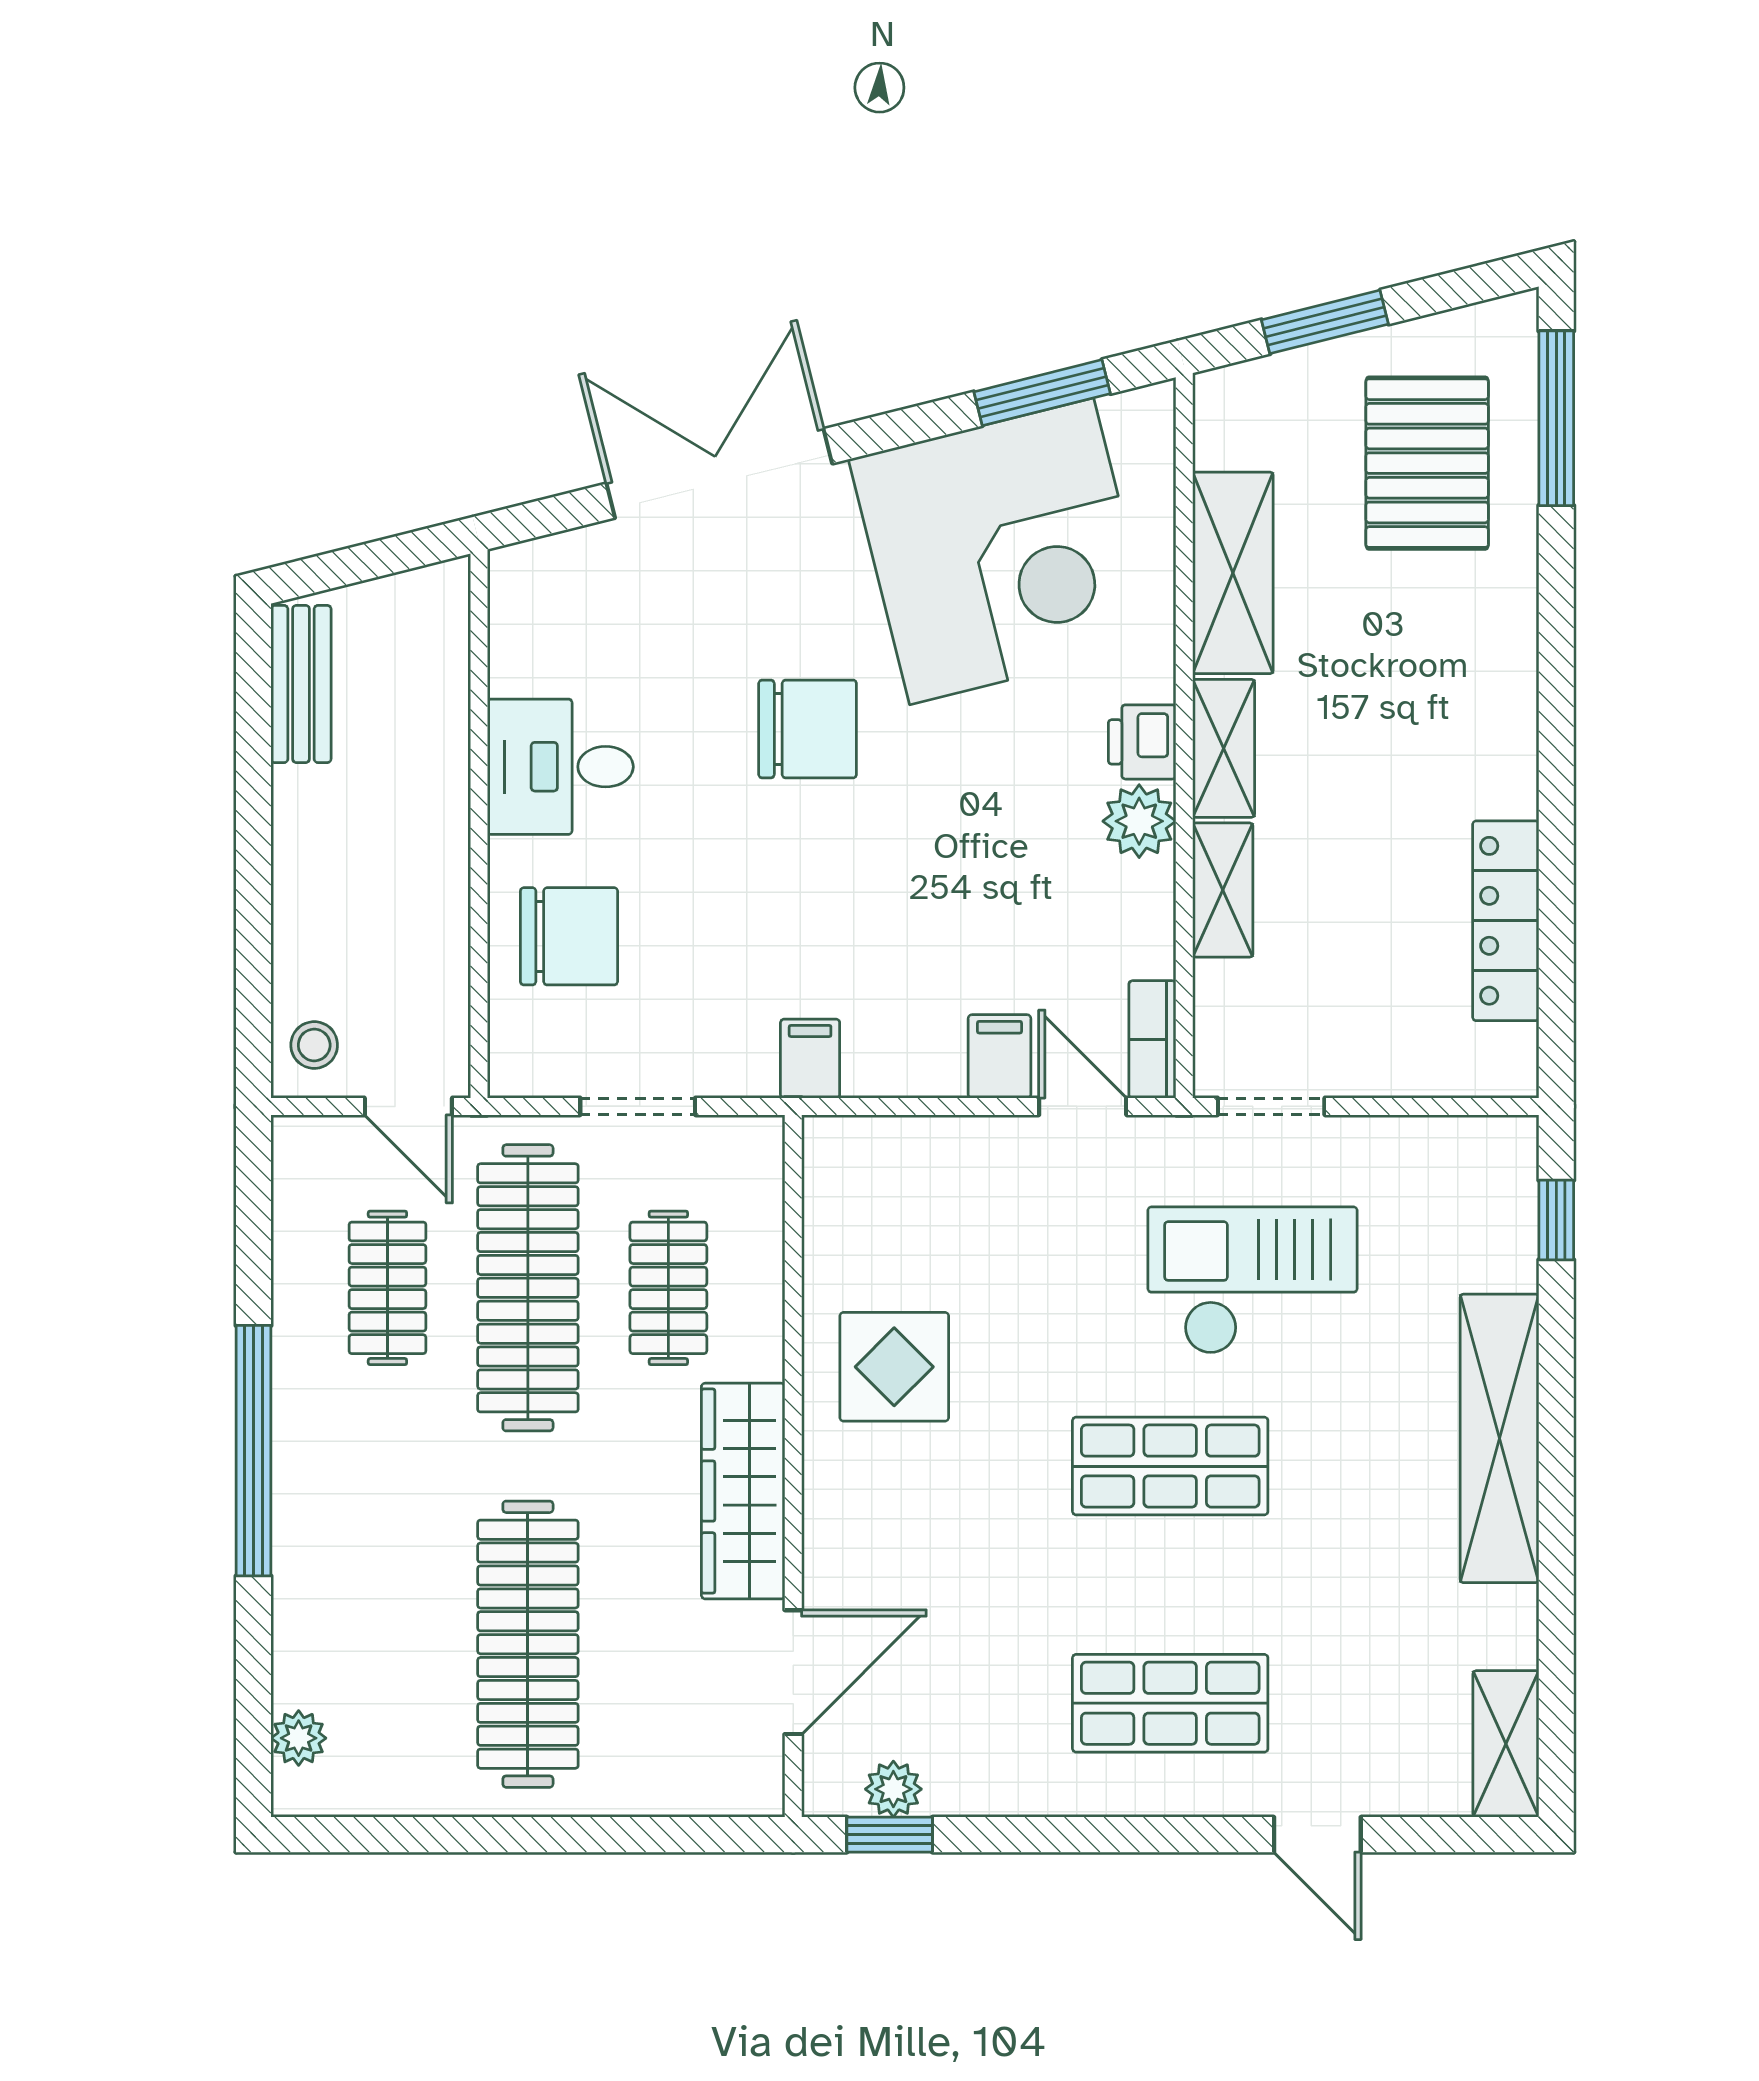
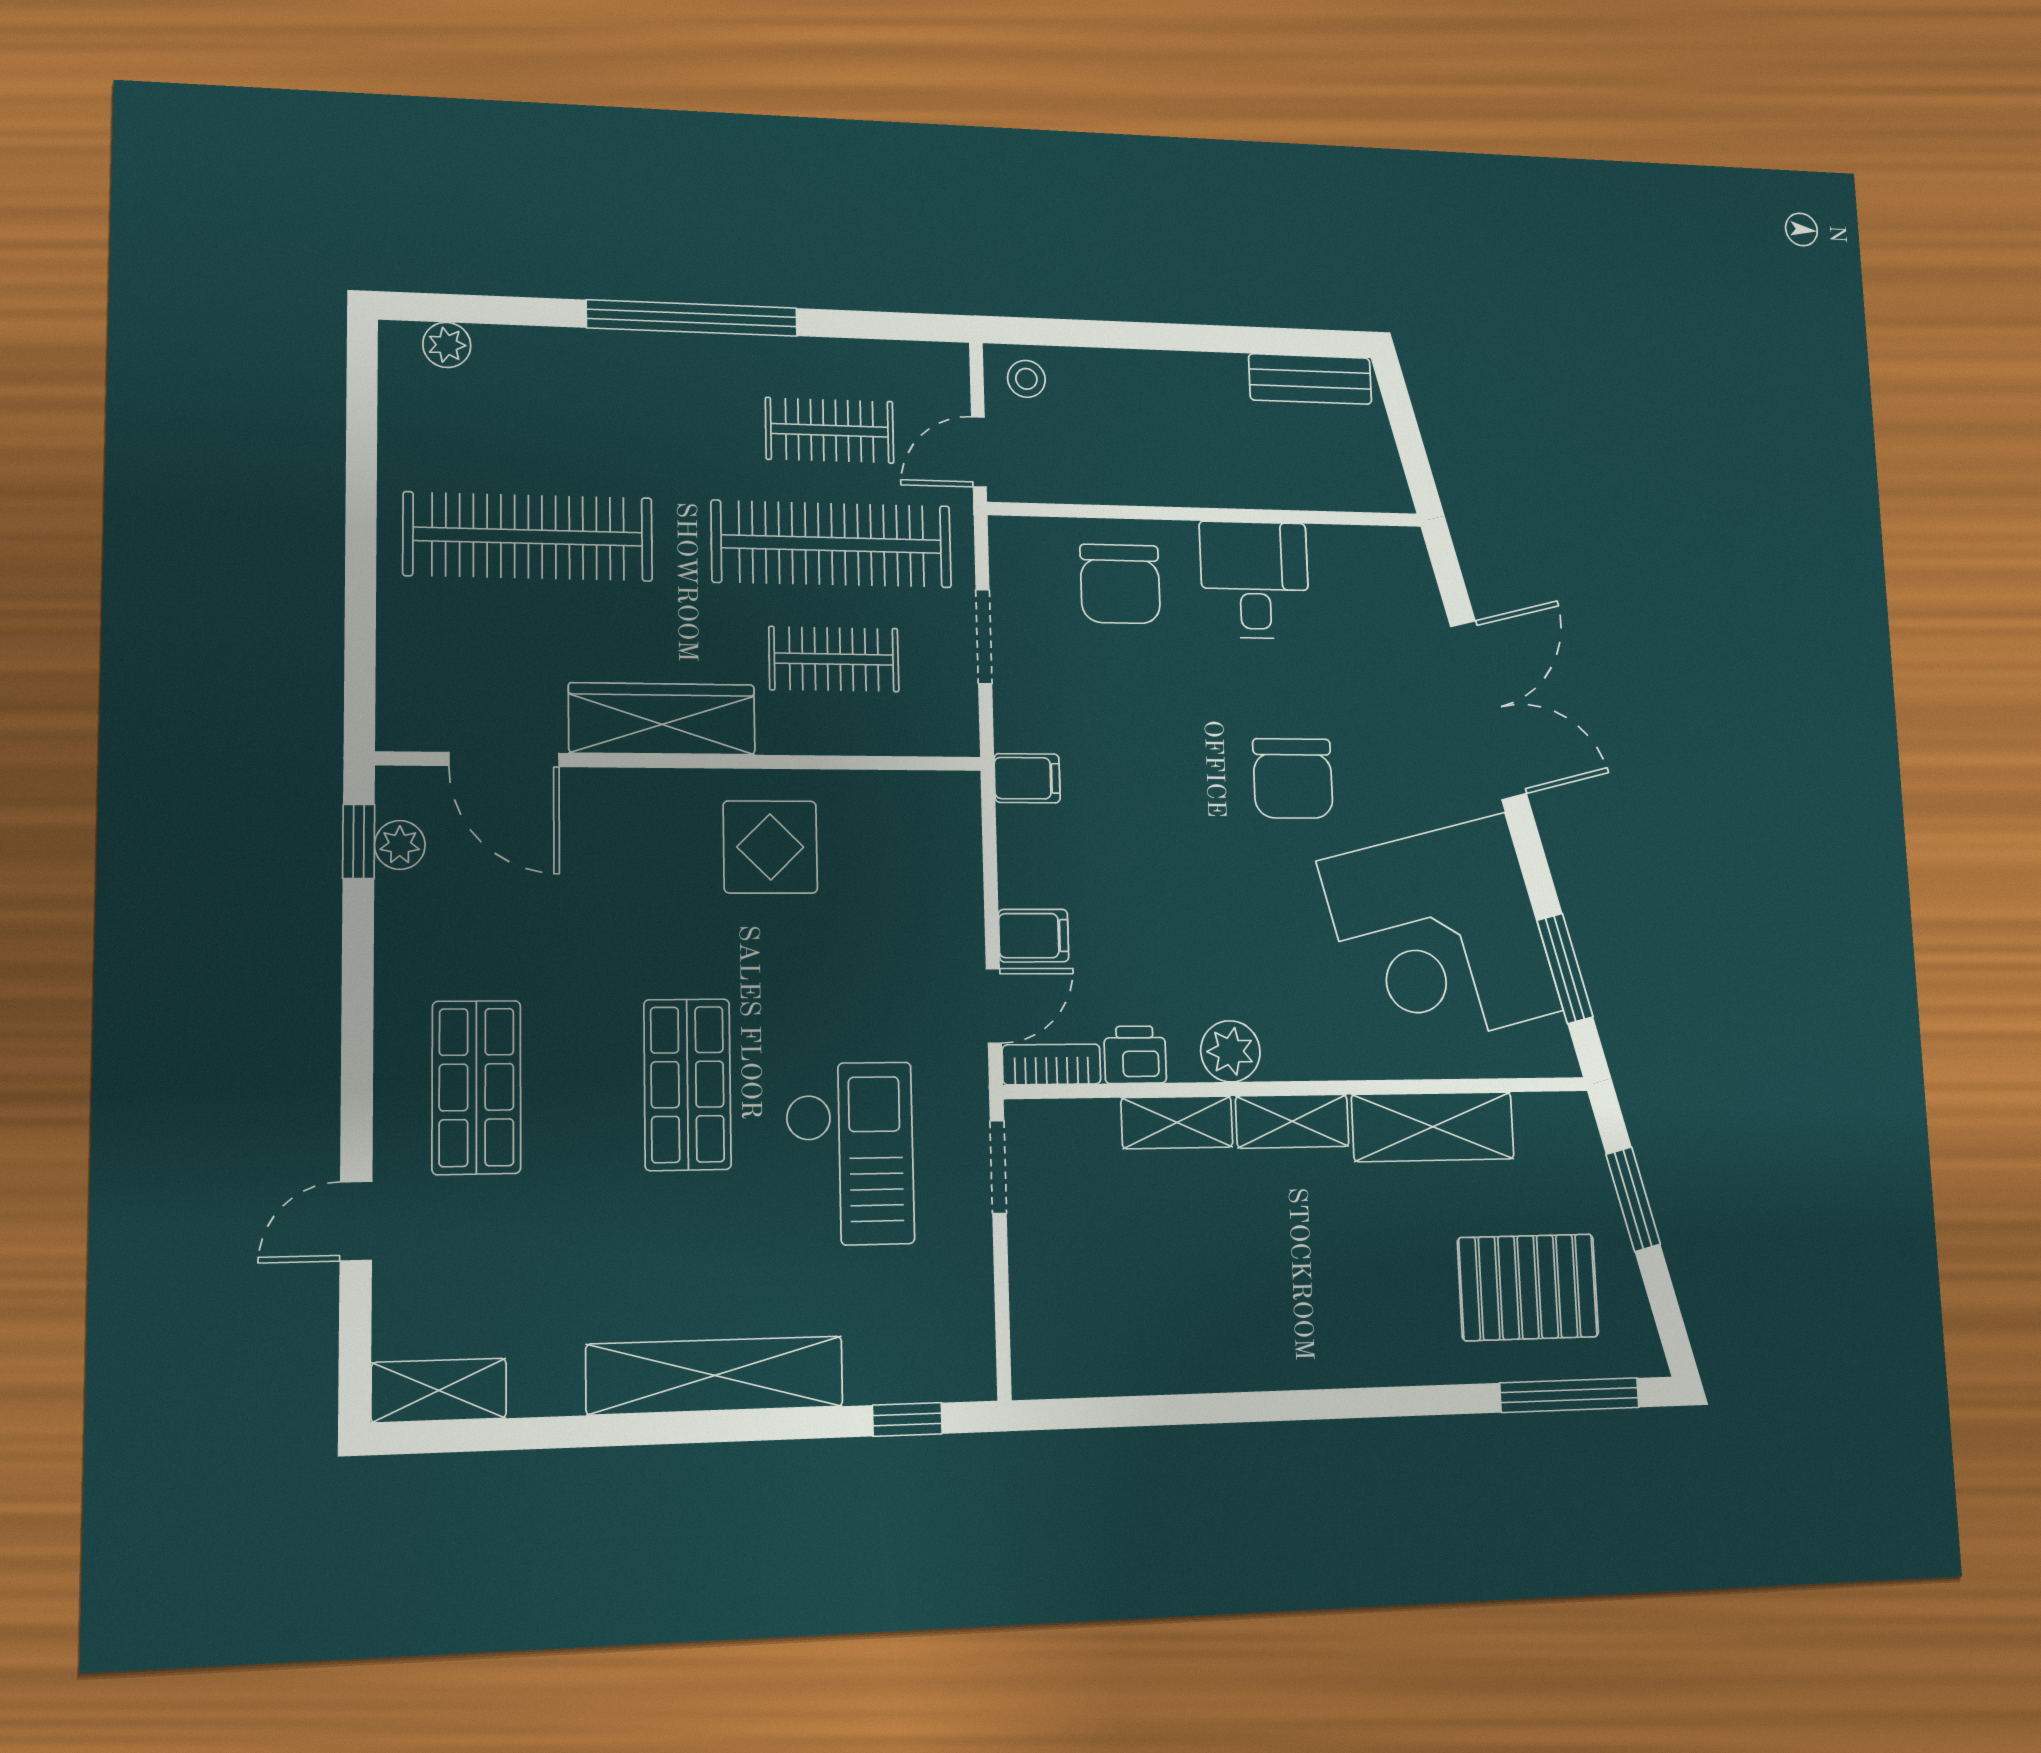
printer: (1142, 742) -> (1135, 1055), moved
locker: (1506, 921) -> (1160, 1366), removed

